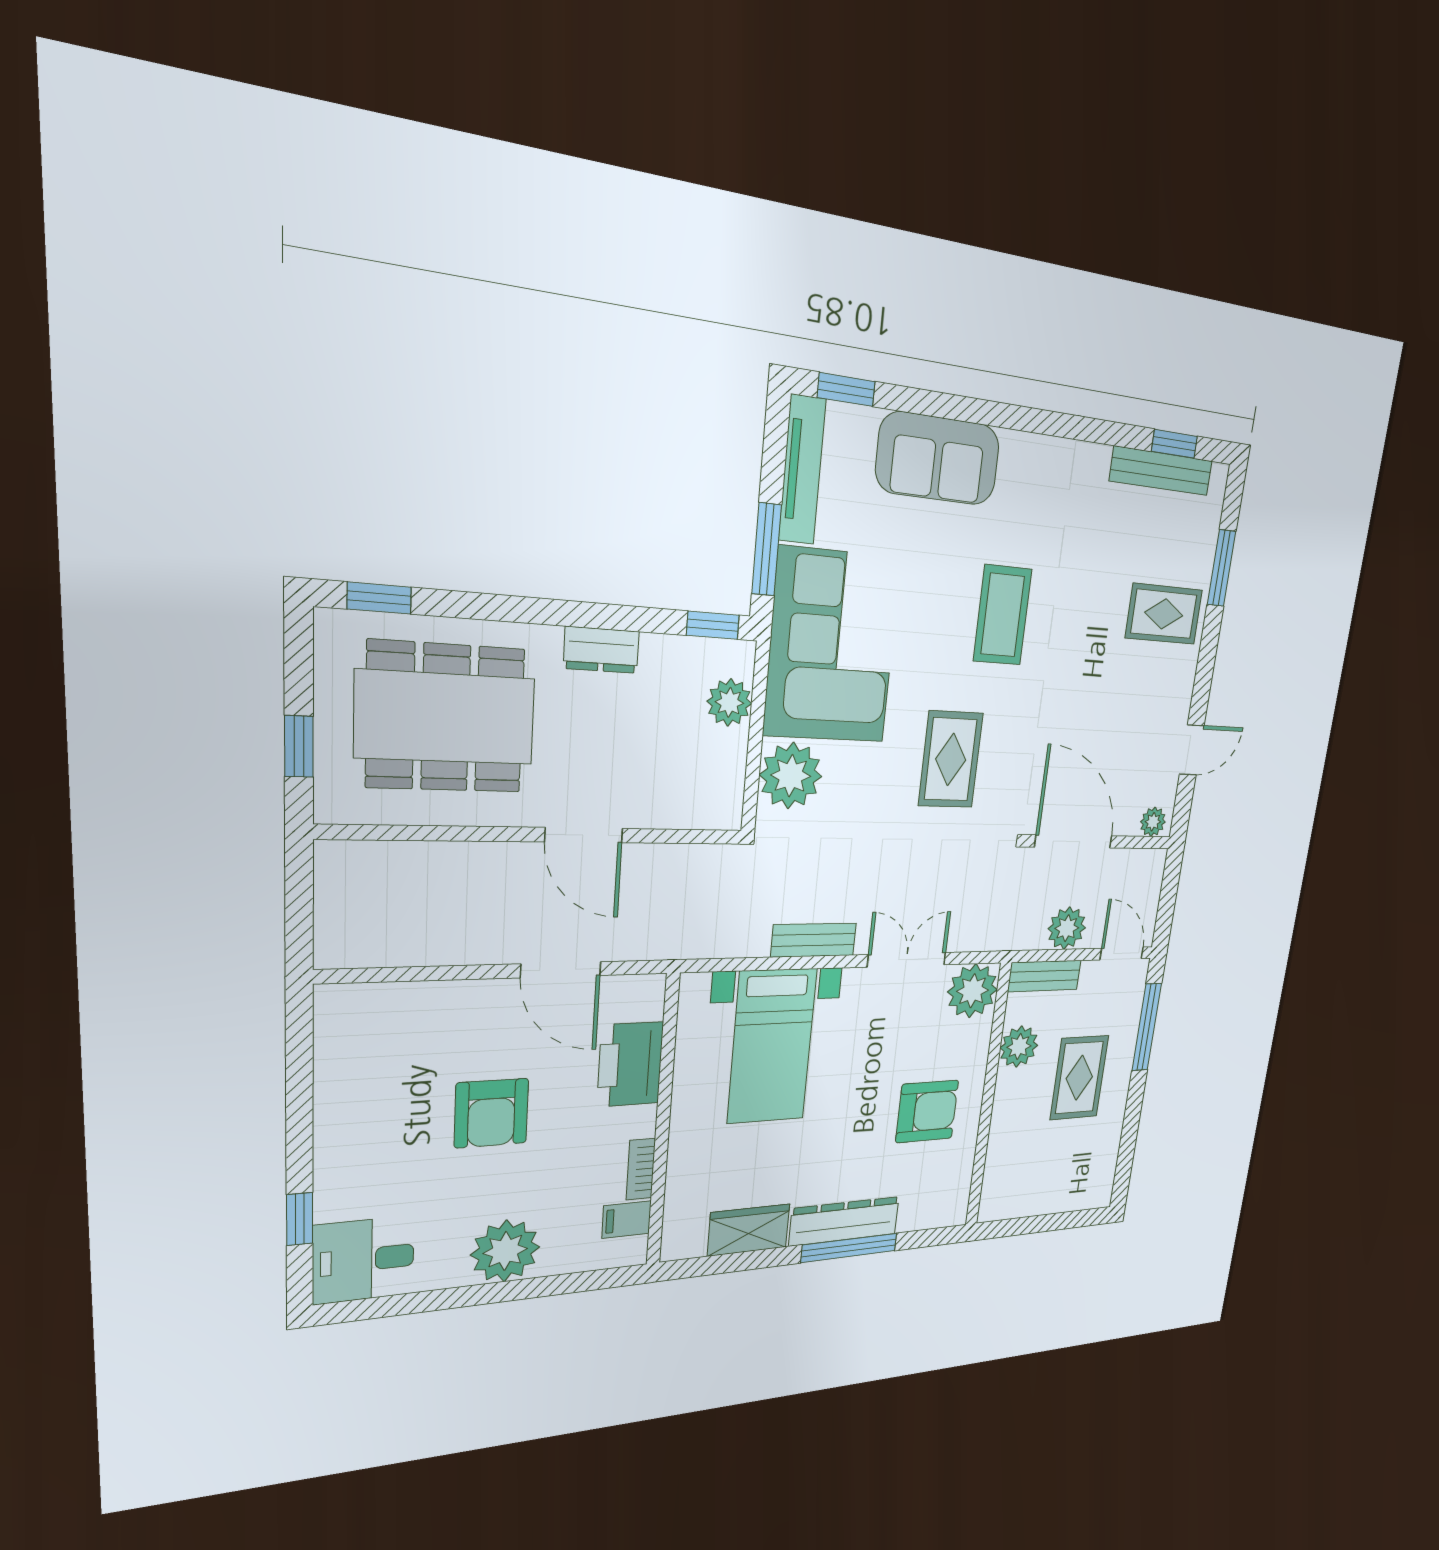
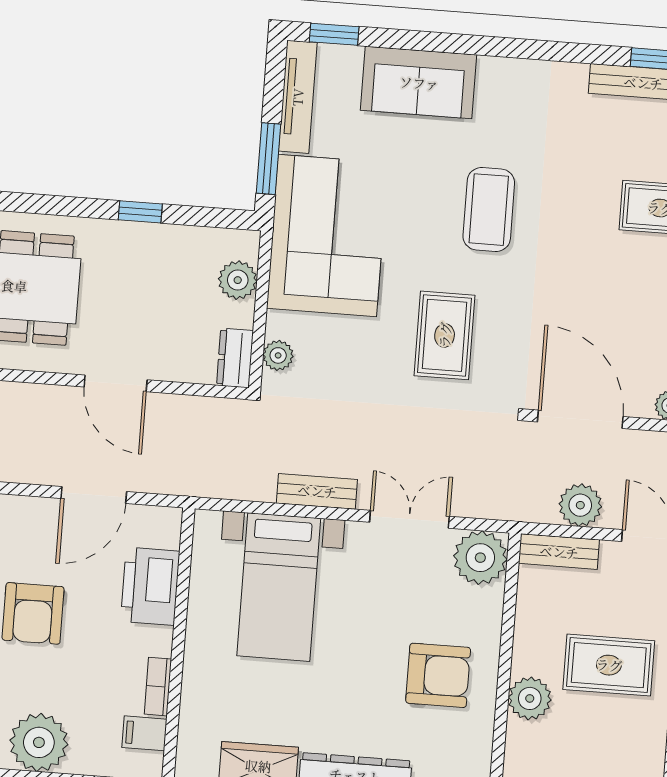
window: (713, 625) -> (140, 212), moved
dresser: (601, 650) -> (235, 358), moved, turned 90
plant: (791, 776) -> (278, 355), width x0.53, depth x0.53
door: (561, 970) -> (94, 495), hinge flipped
plant: (1019, 1047) -> (530, 698), moved
rug: (1079, 1078) -> (609, 665), turned 90

